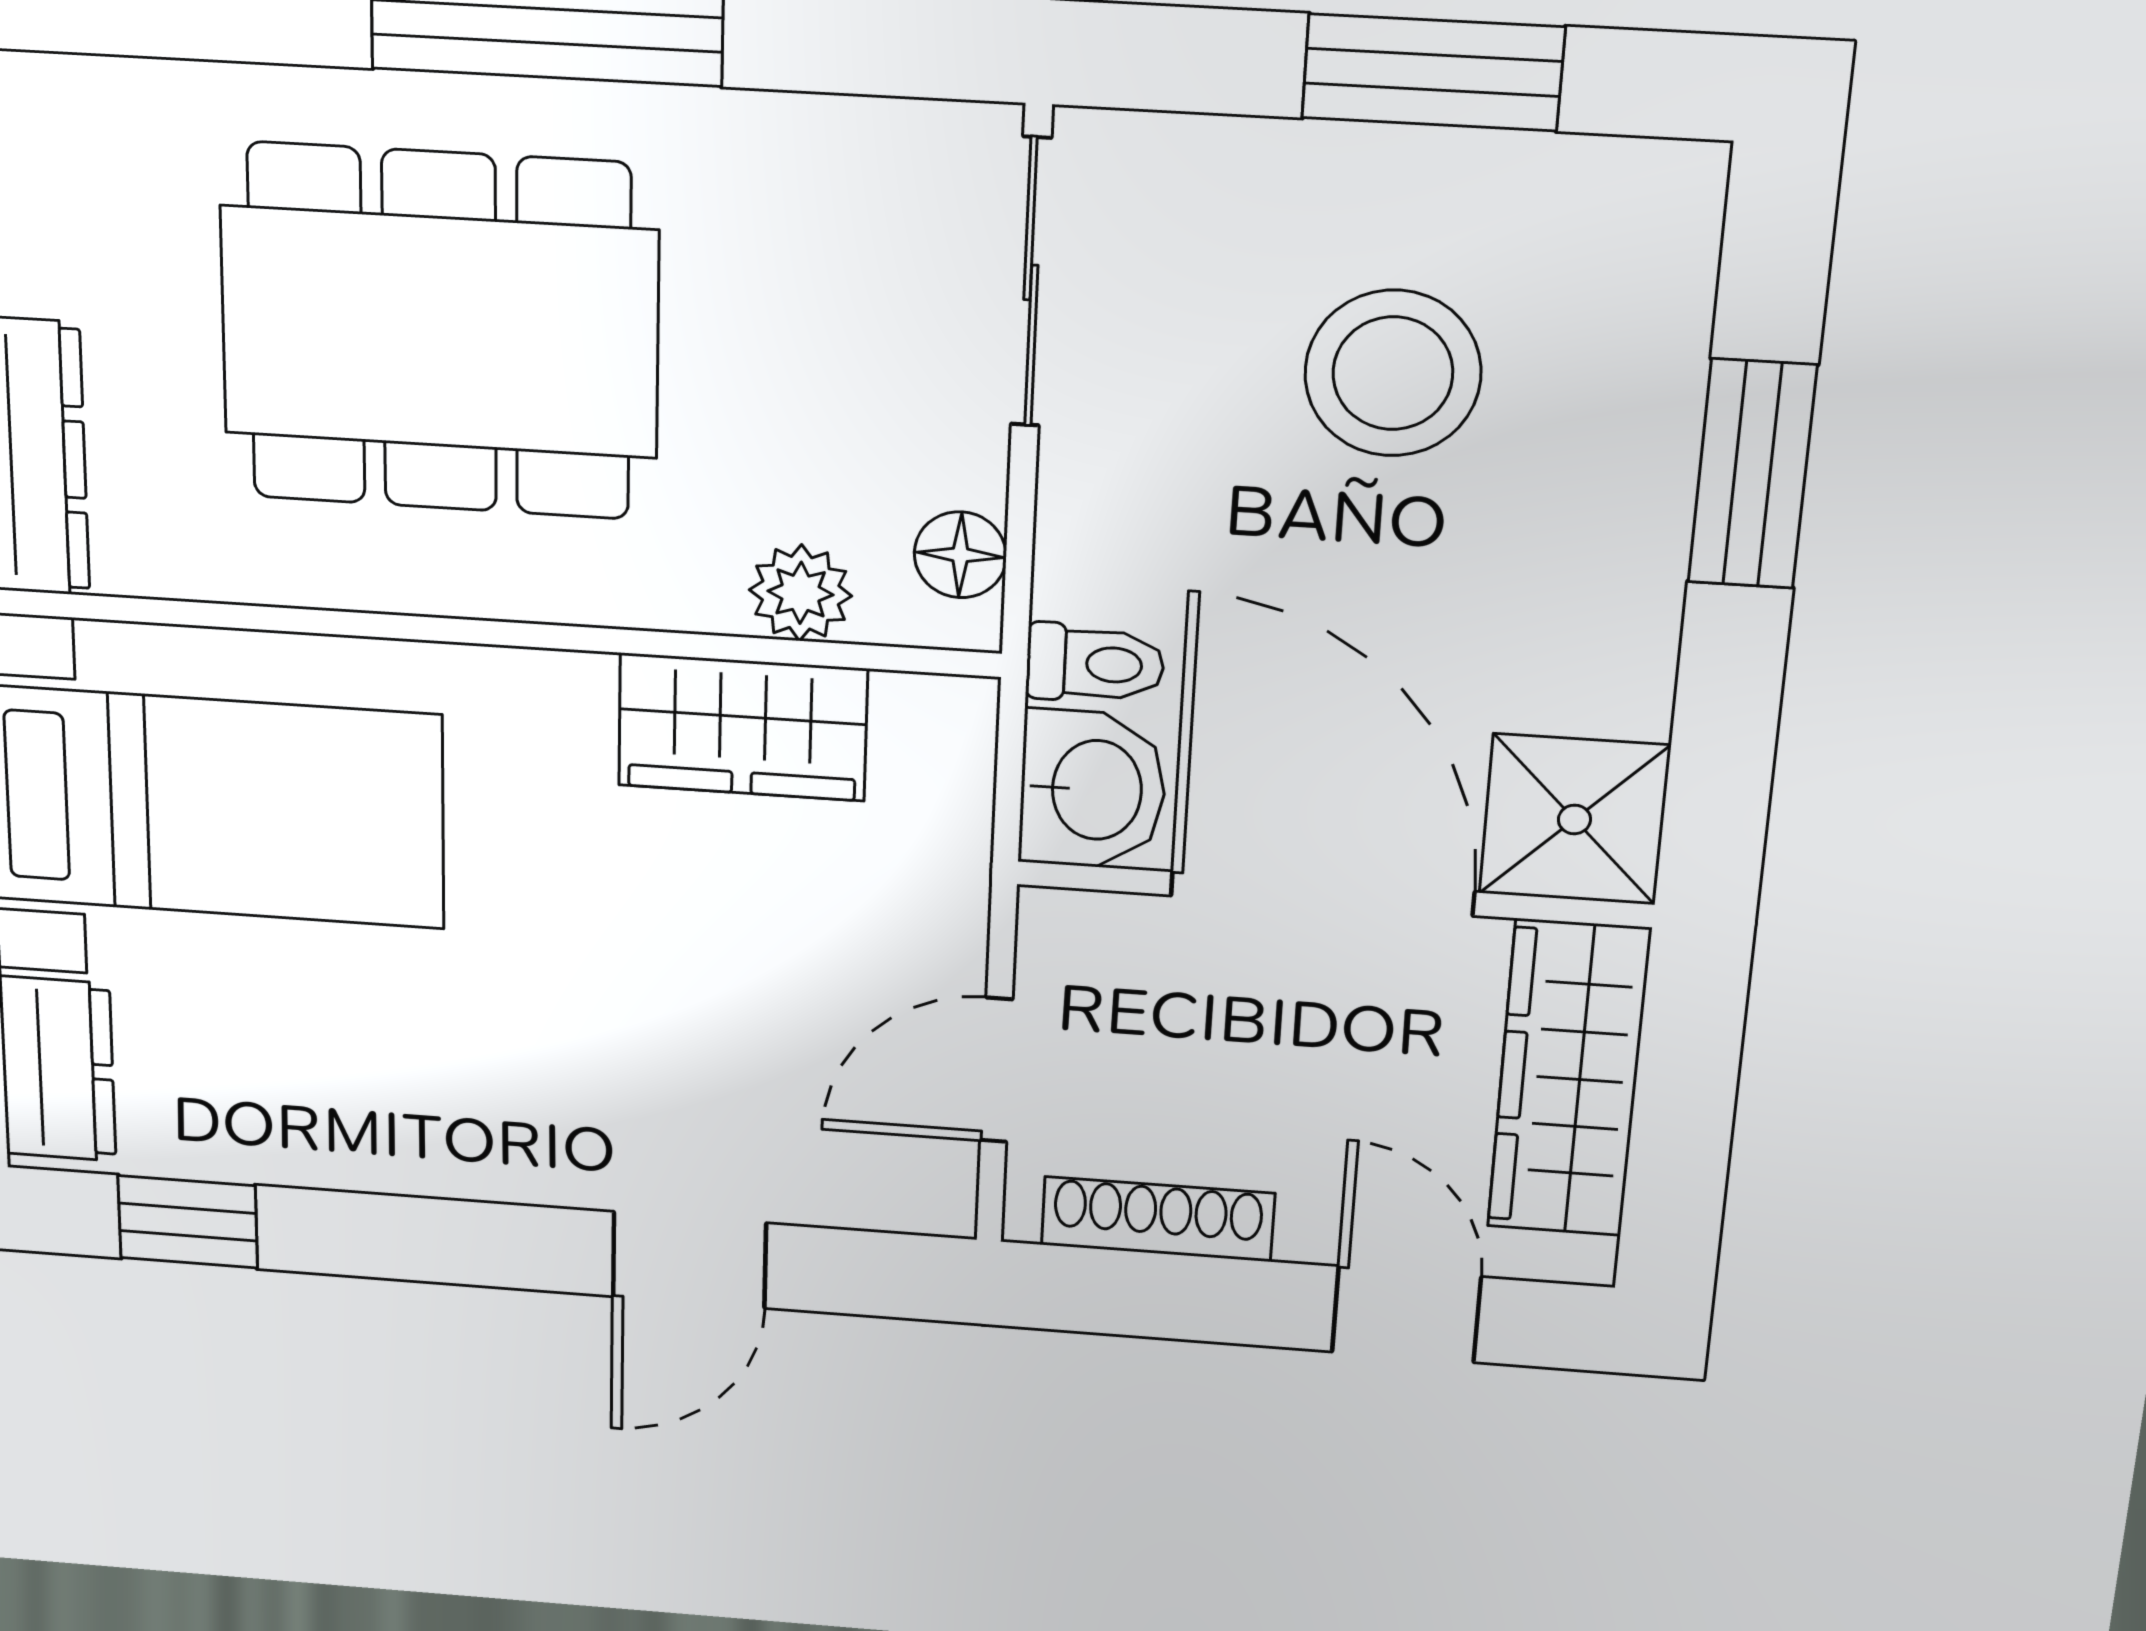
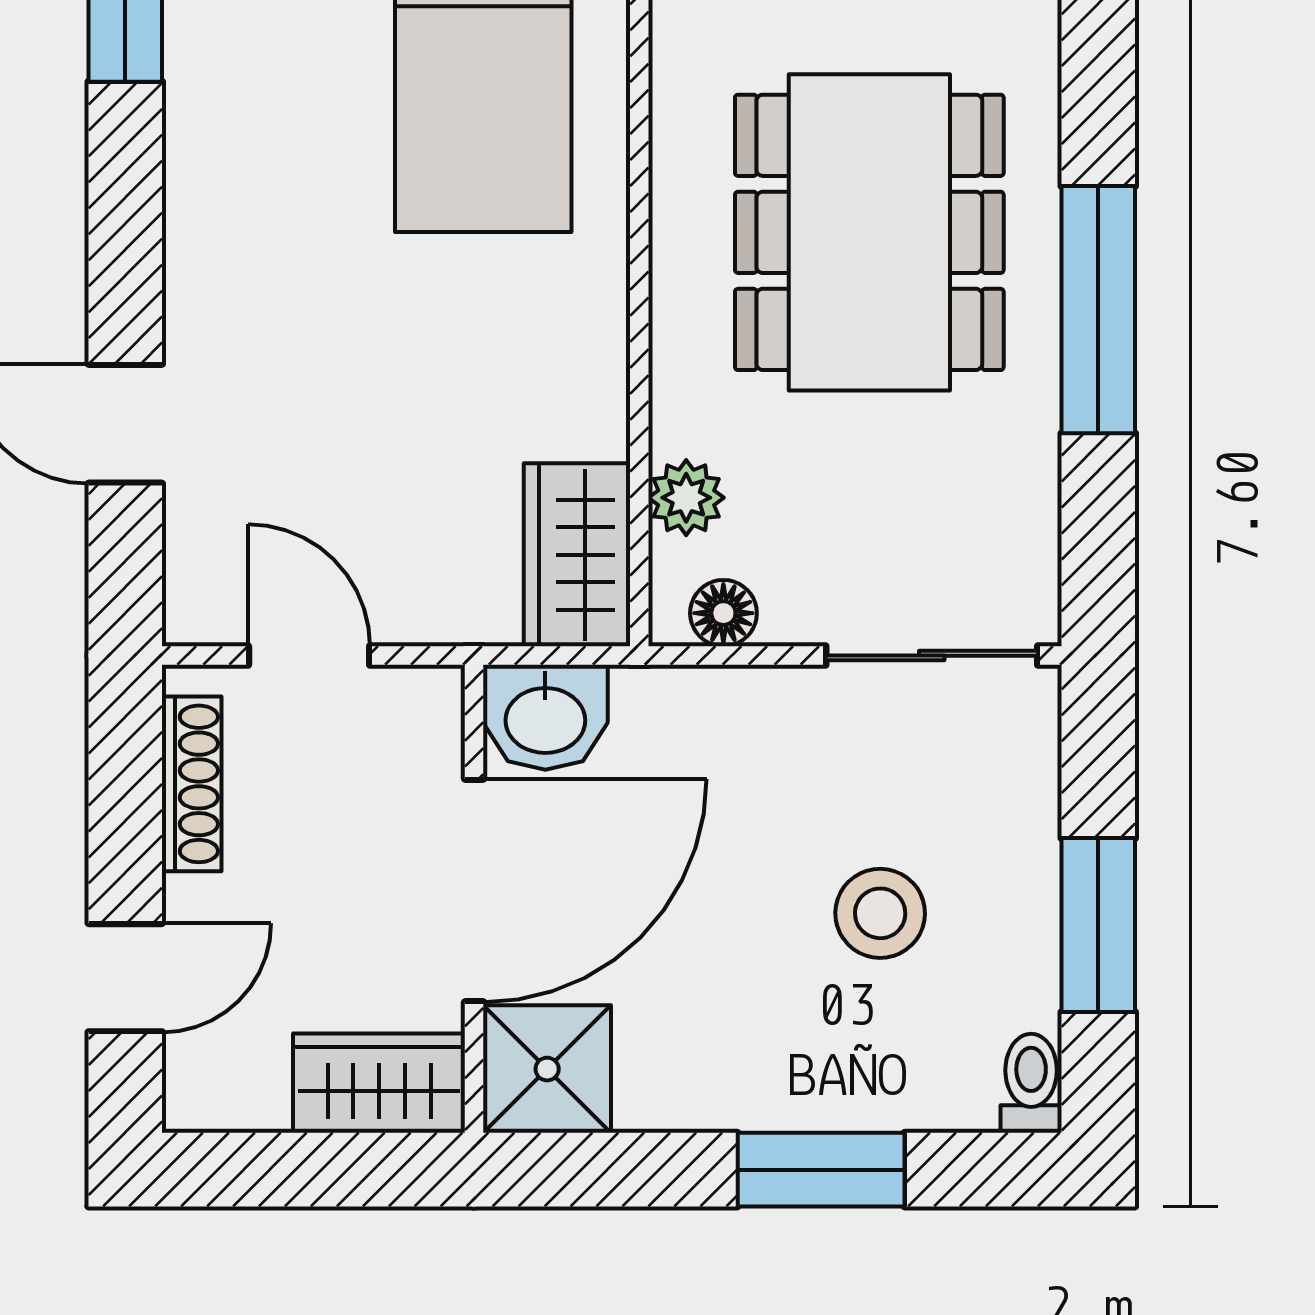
stool: (1393, 373) -> (880, 913), width x0.73, depth x0.73
toilet: (1095, 664) -> (1031, 1083), moved, turned 180
wardrobe: (743, 727) -> (577, 555), moved
wardrobe: (1569, 1079) -> (379, 1083), width x0.67

